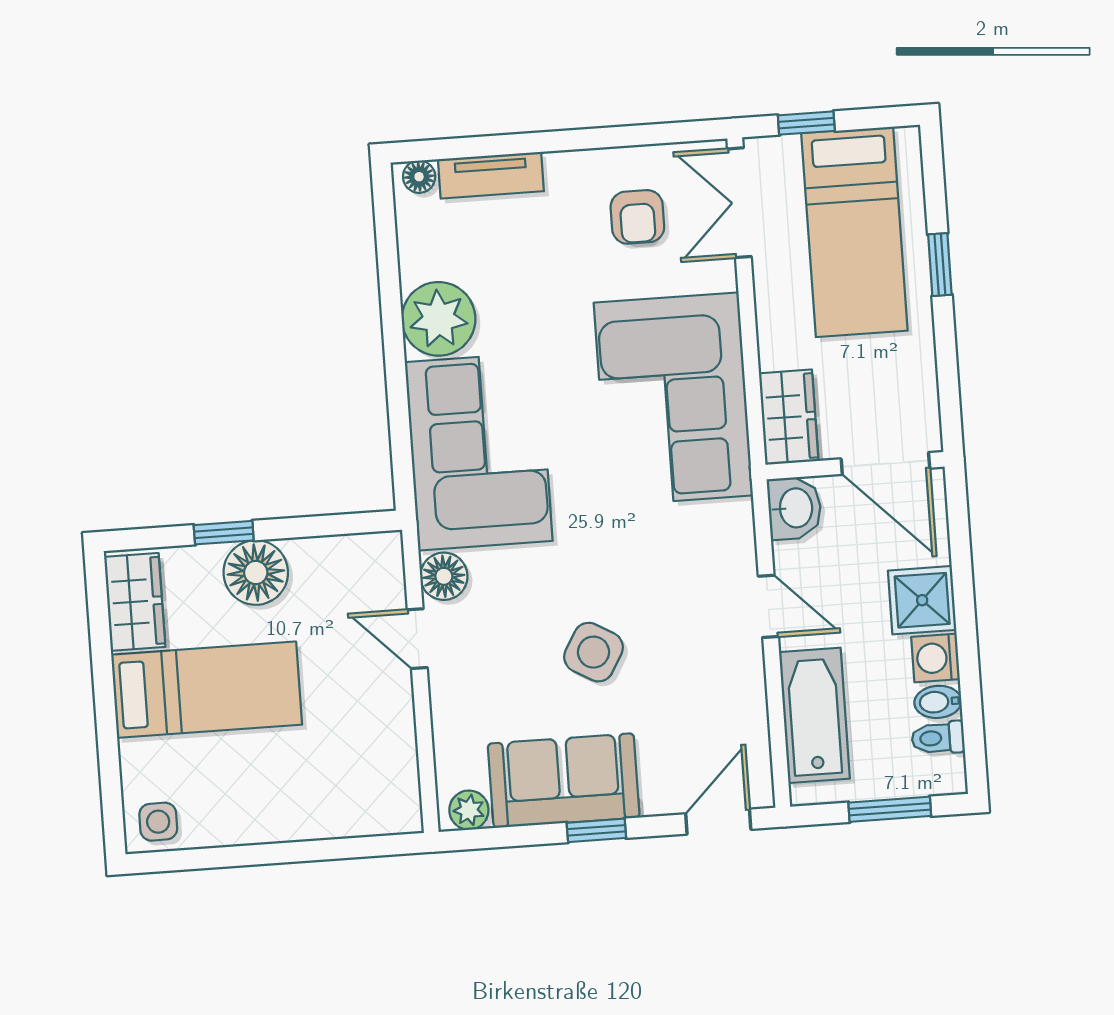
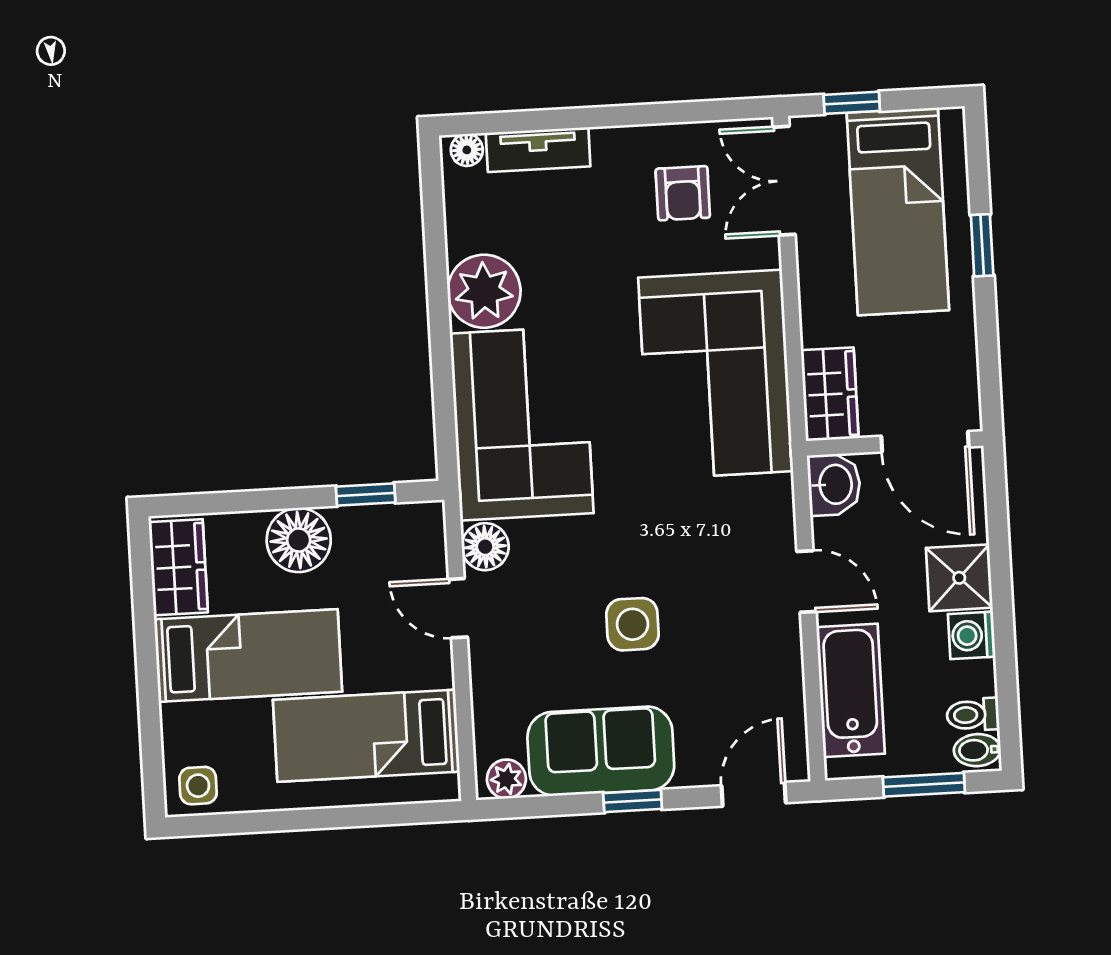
window: (224, 533) -> (366, 495), moved
side table: (594, 652) -> (632, 624), turned -30
bidet: (938, 702) -> (977, 750), moved
bed: (327, 769) -> (366, 736), added

